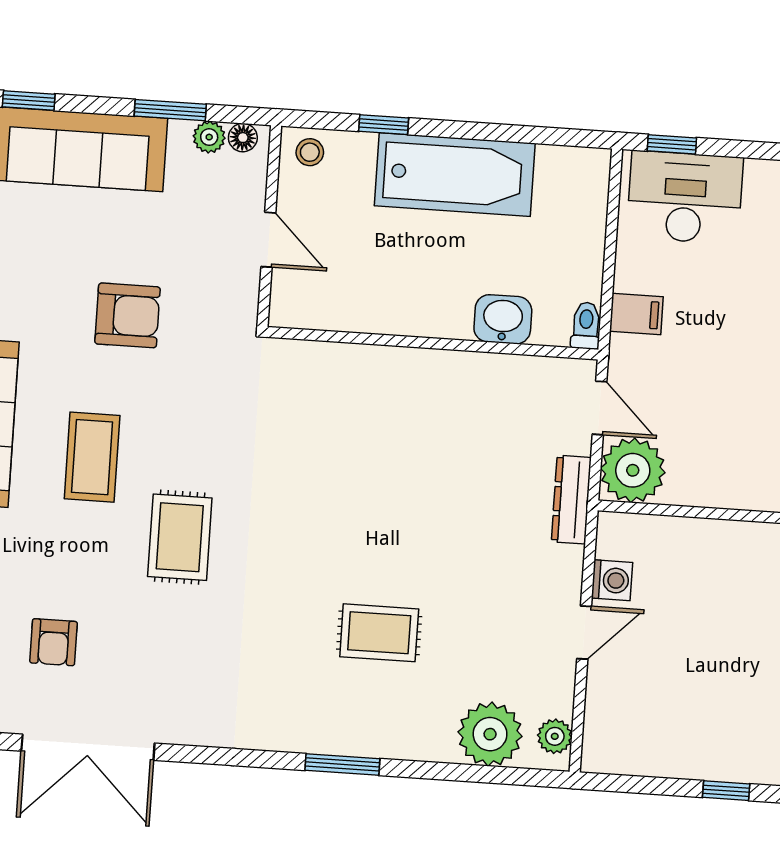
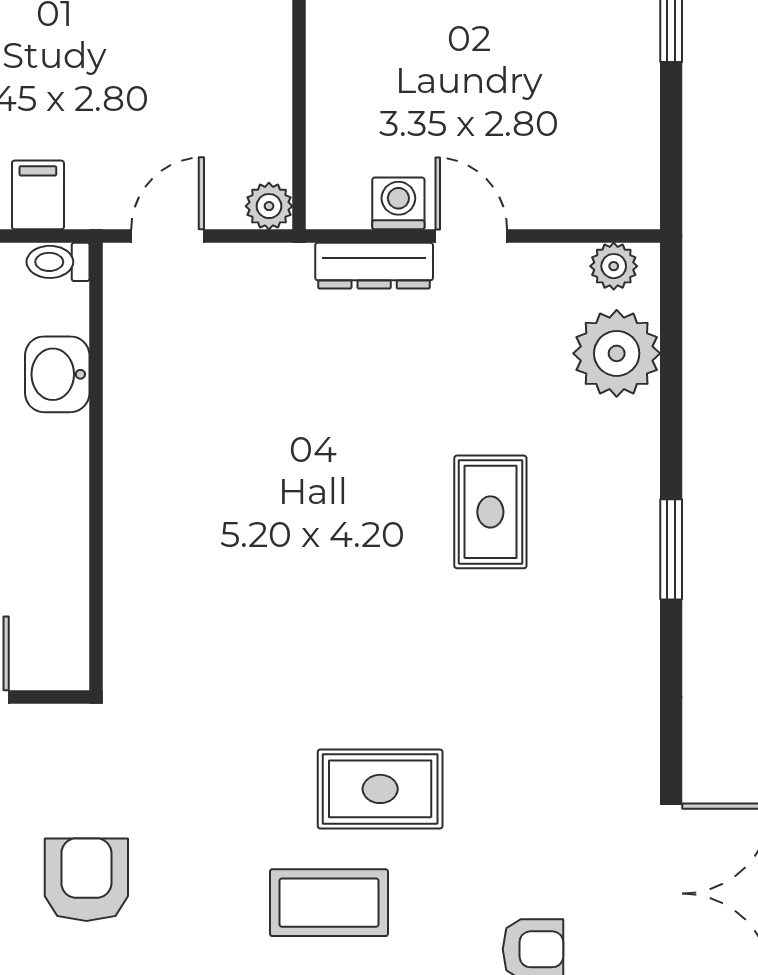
coffee table: (92, 457) -> (329, 903), moved
plant: (633, 470) -> (269, 206), width x0.53, depth x0.53
dresser: (571, 500) -> (374, 266), moved

